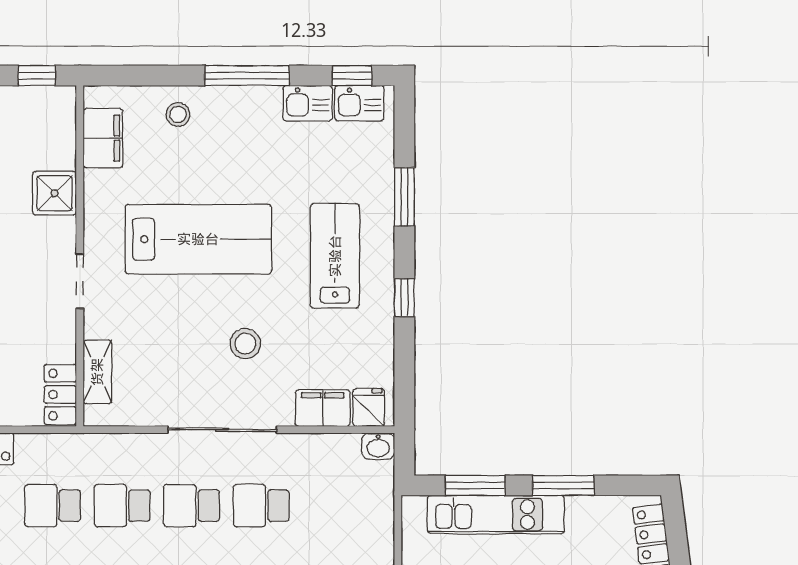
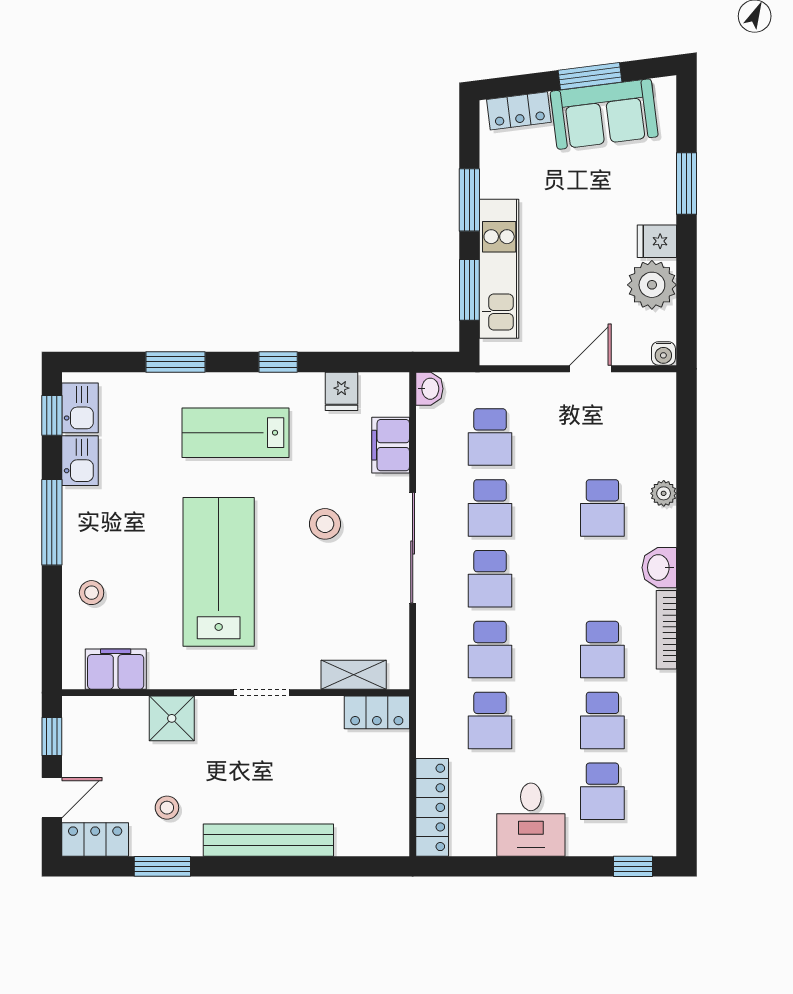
fridge: (369, 407) -> (341, 391), moved, turned -90
school desk: (331, 506) -> (490, 437), added

